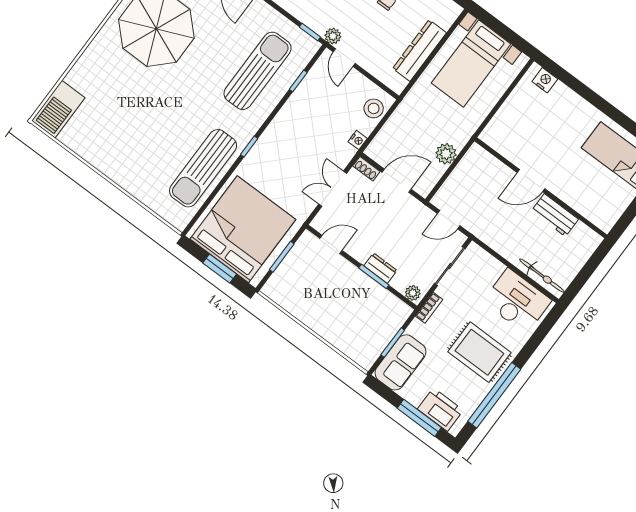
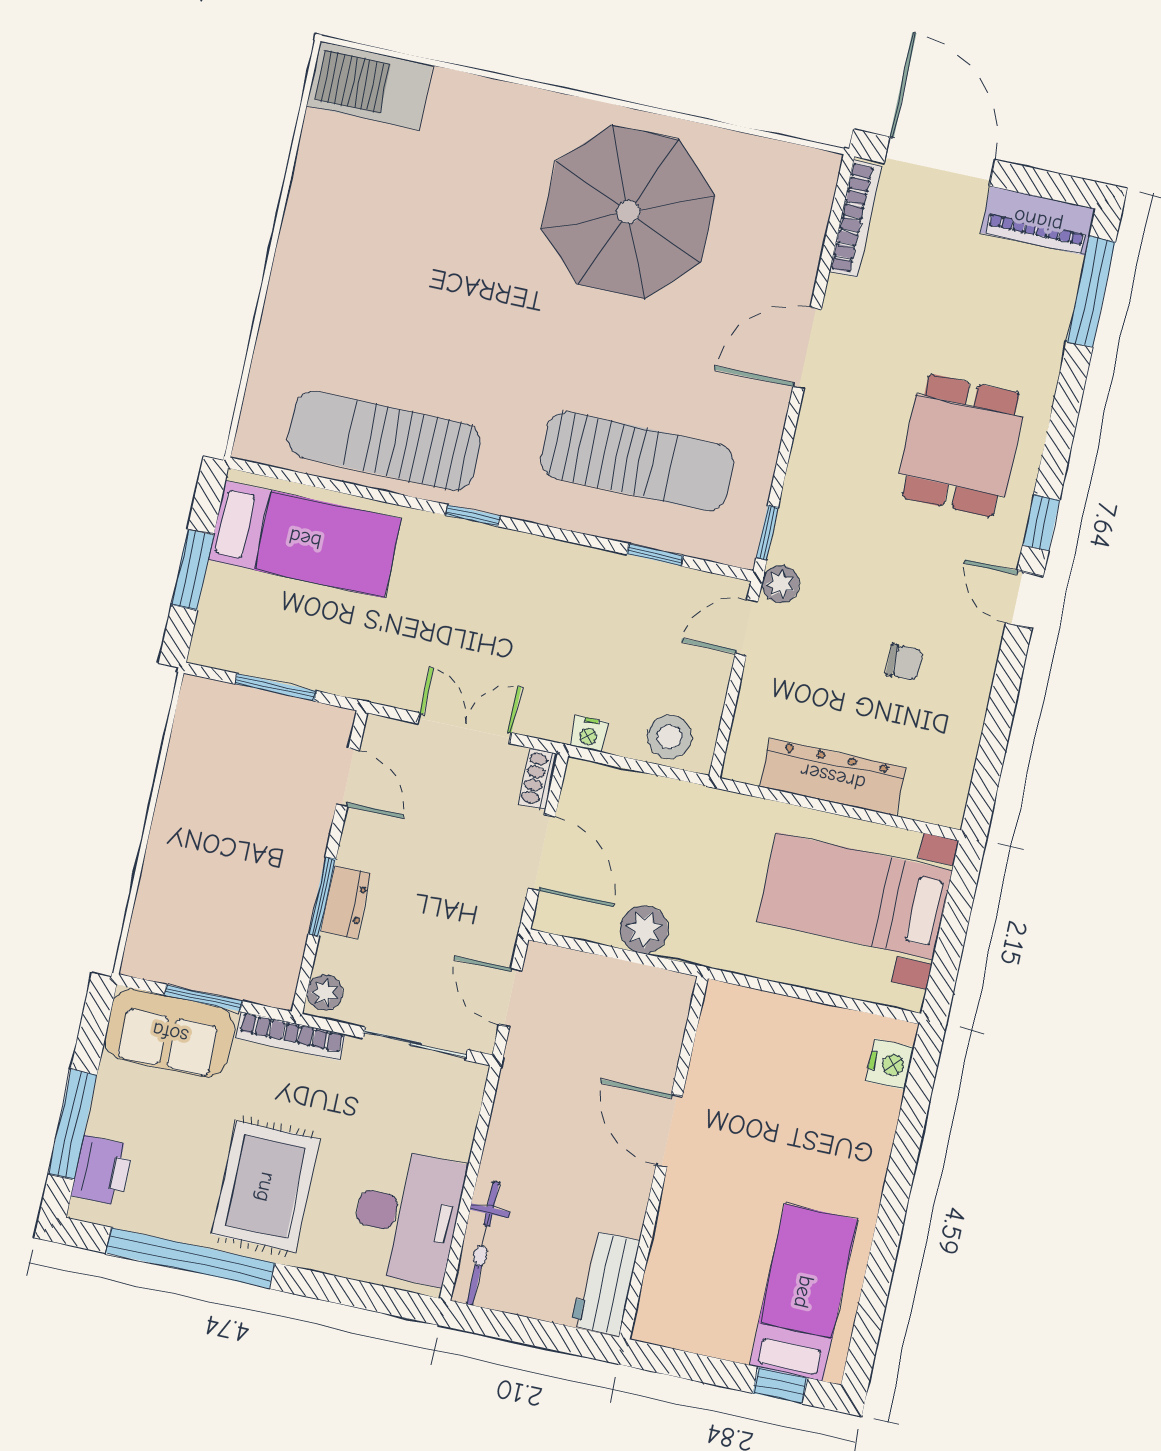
workbench: (555, 215) -> (605, 1283), moved
bed: (243, 229) -> (305, 539), width x0.49
bookcase: (429, 308) -> (291, 1036), width x1.56
printer: (440, 410) -> (102, 1171), width x0.73, depth x0.84

